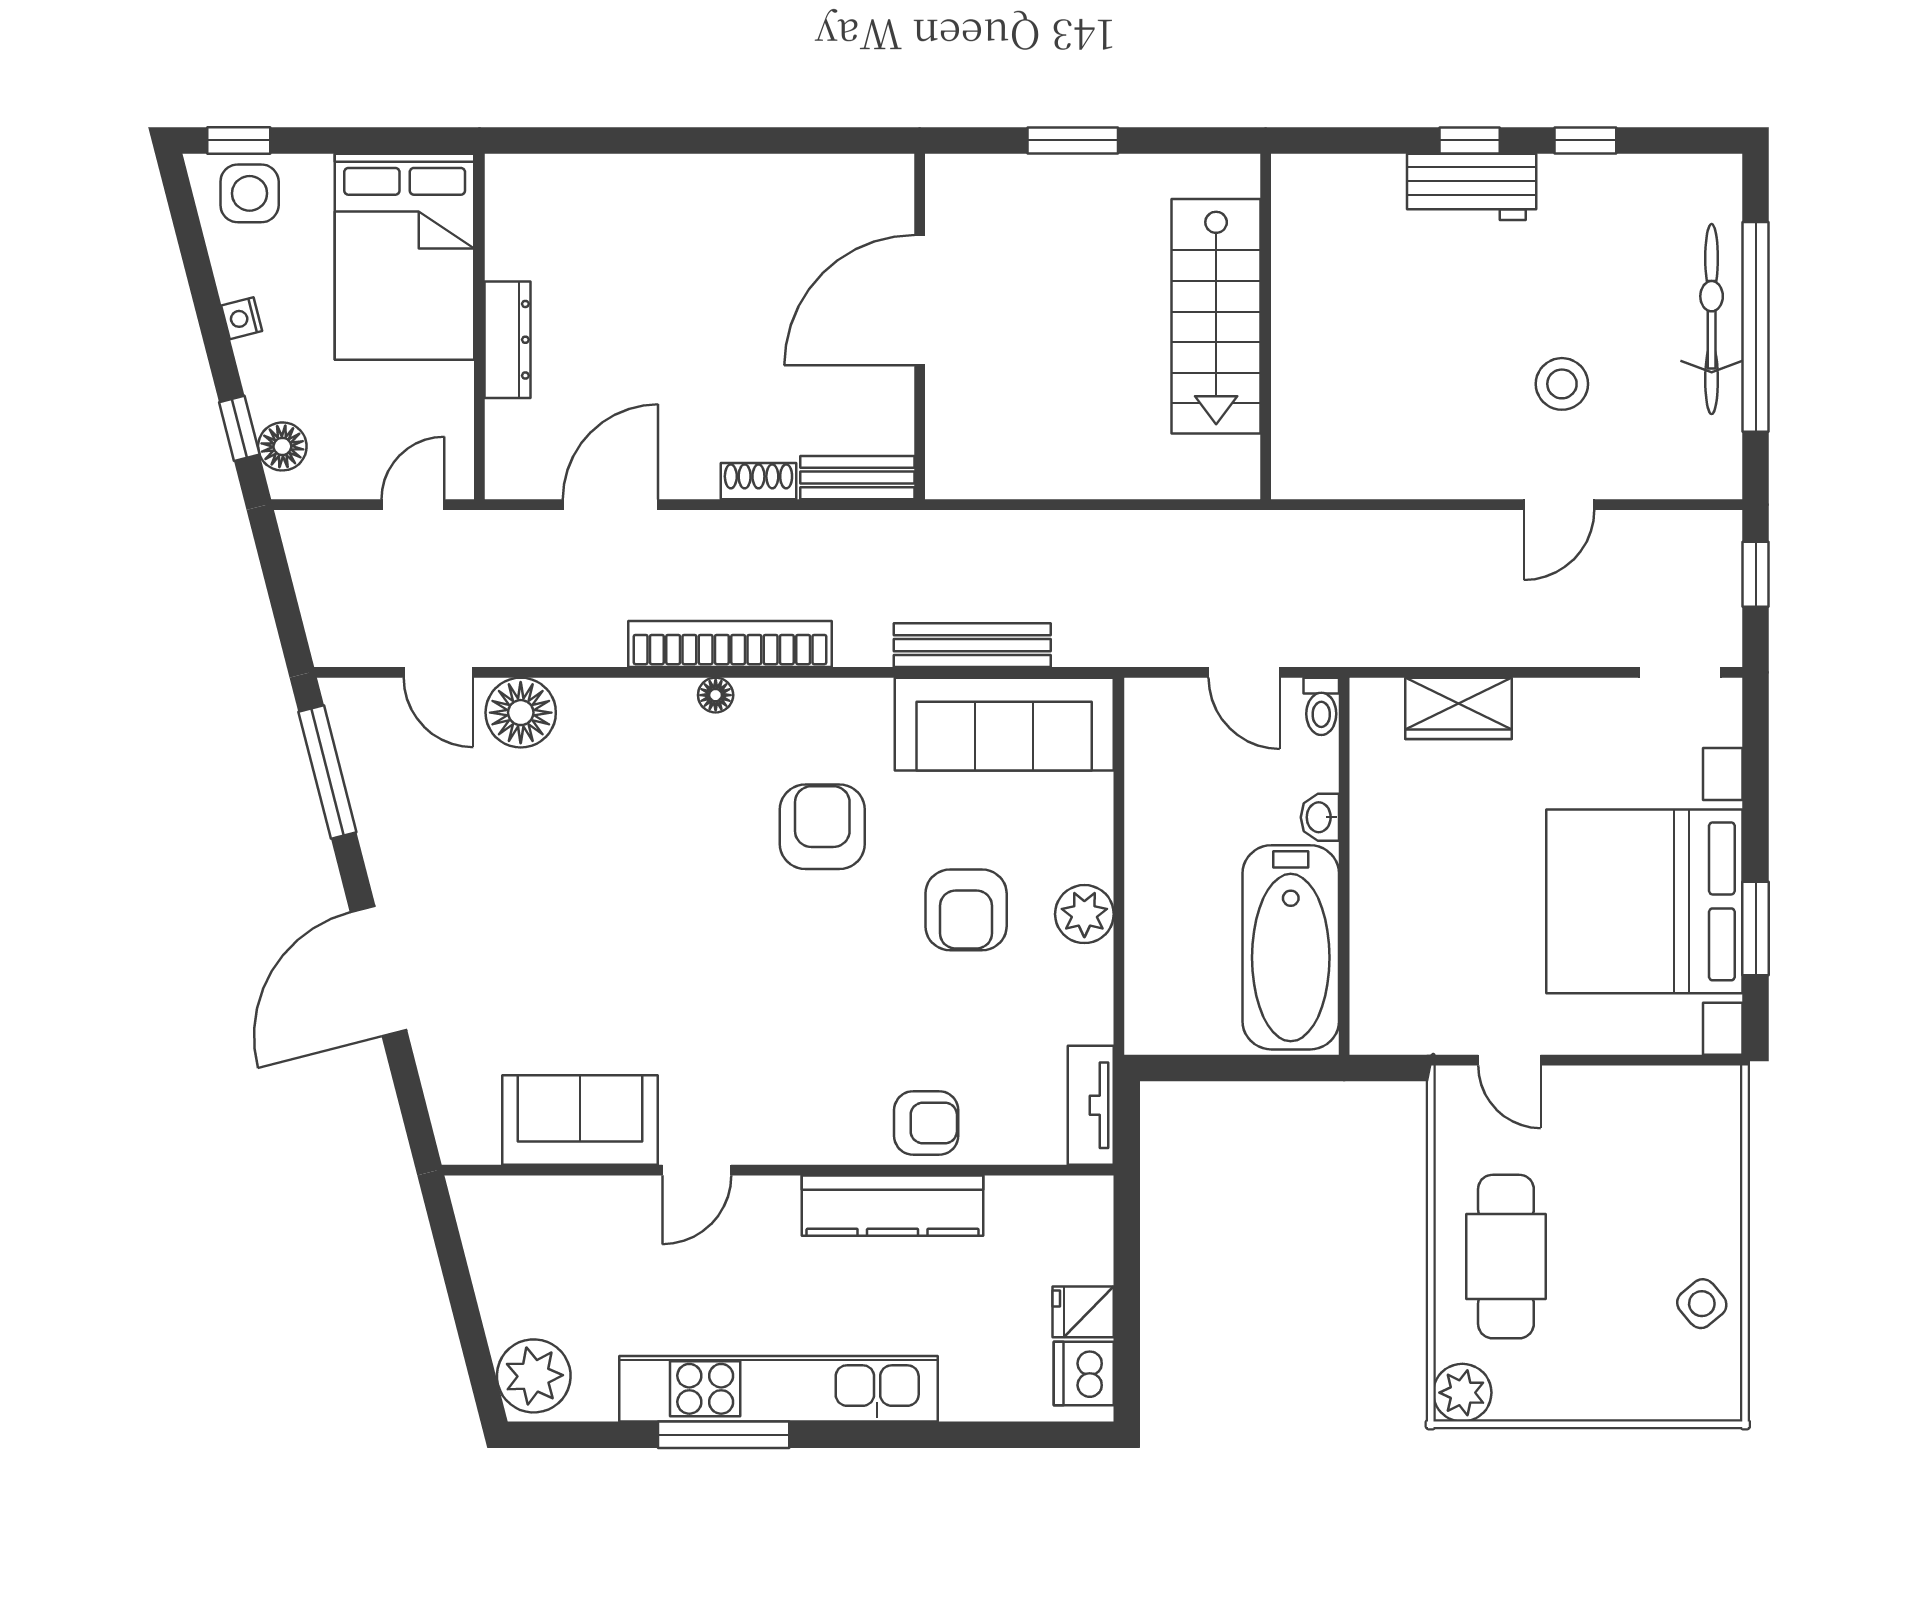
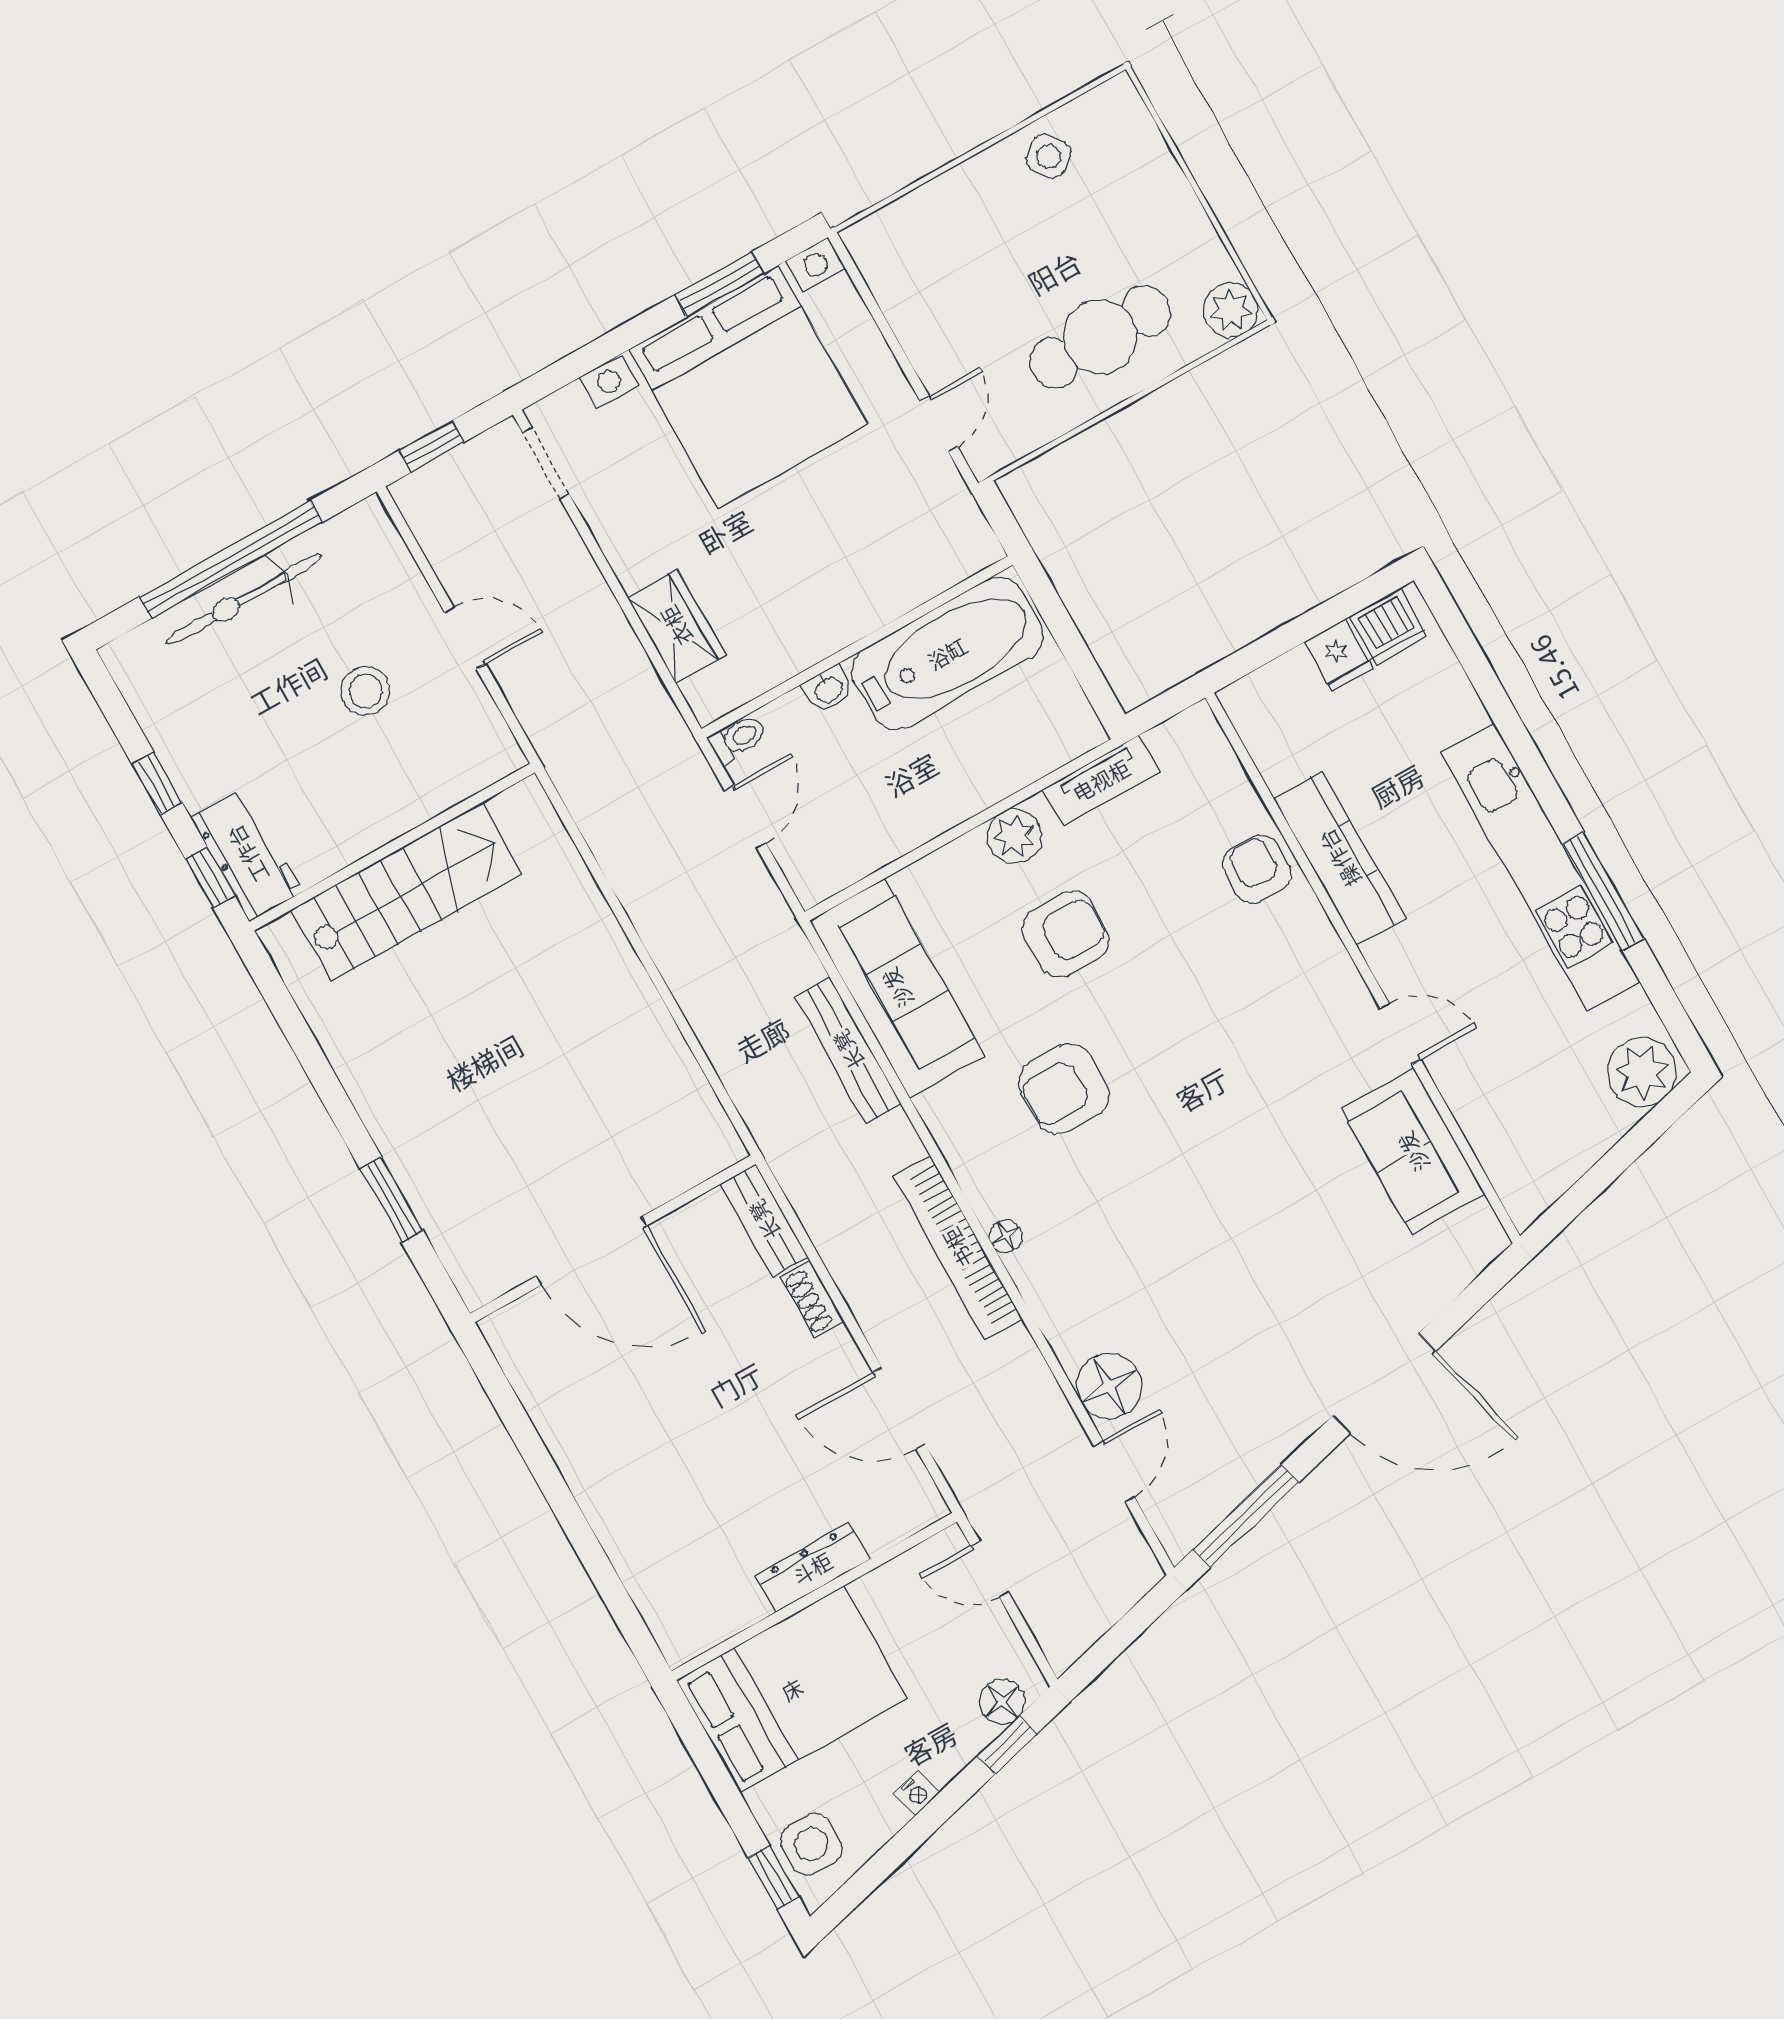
stairs: (1216, 316) -> (407, 892), moved
wall: (1266, 326) -> (392, 847), moved
tv unit: (1091, 1105) -> (1101, 780), moved

